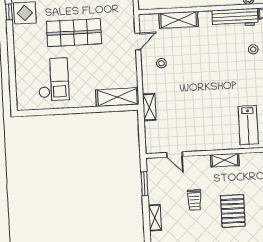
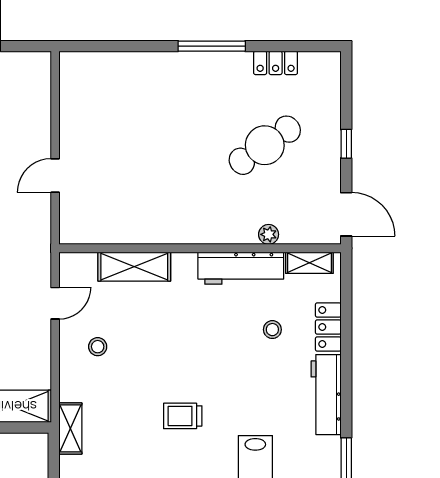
trolley: (208, 97) -> (183, 416), added

